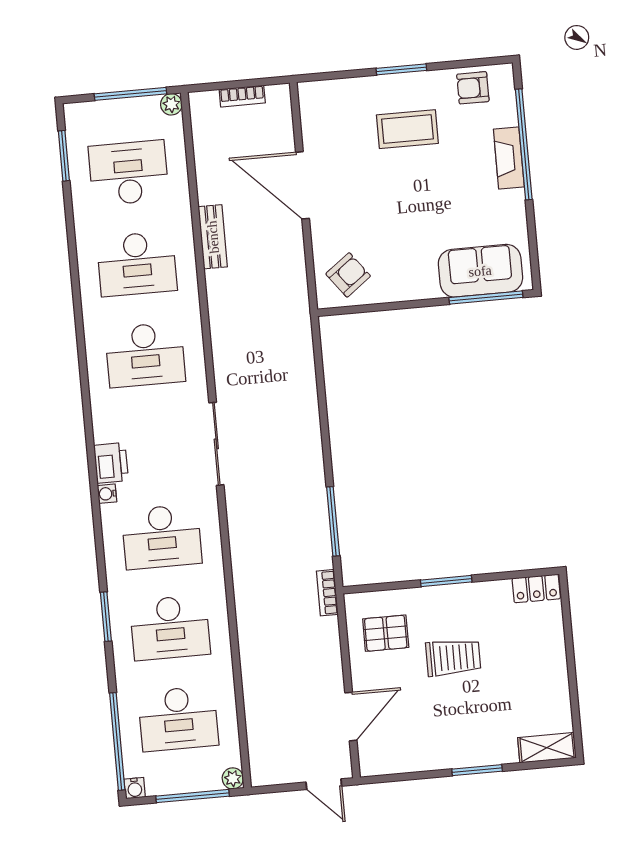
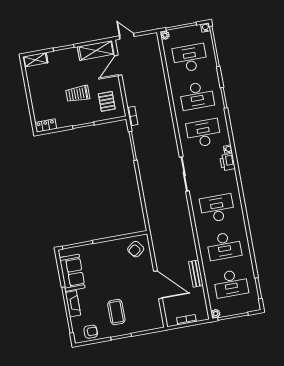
coffee table: (407, 129) -> (116, 312), turned 90
bench: (213, 237) -> (196, 274), moved
desk: (137, 264) -> (224, 246), turned 180
sofa: (480, 271) -> (72, 273), moved, turned -90
desk: (170, 628) -> (197, 96), turned 180
pallet: (386, 633) -> (107, 101), turned 90
shelving: (400, 757) -> (96, 50), added

